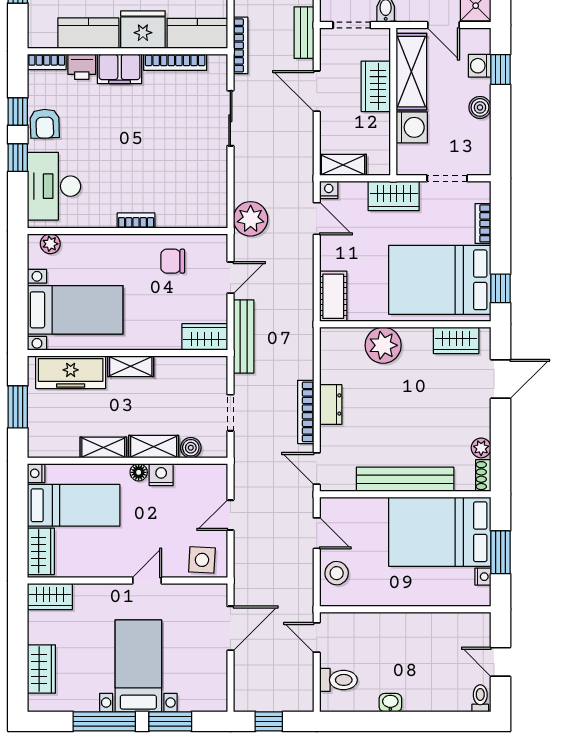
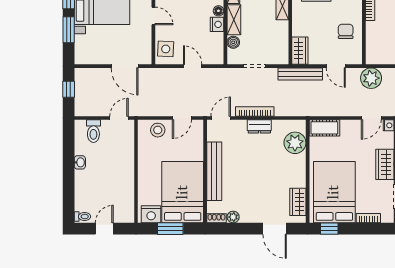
plant: (383, 345) -> (295, 143), moved
nightstand: (483, 577) -> (151, 214), width x1.89, depth x1.79

